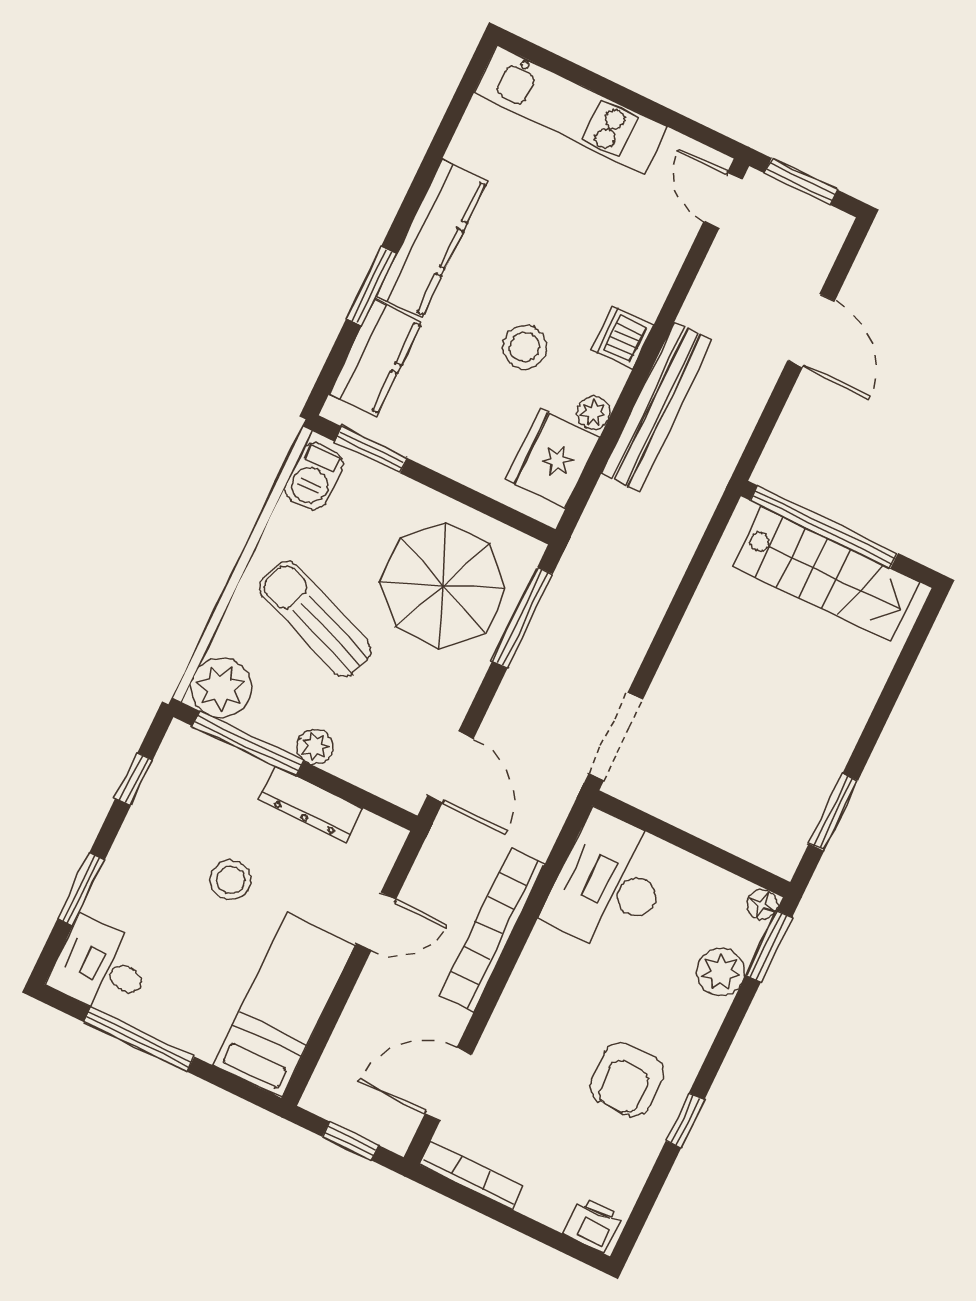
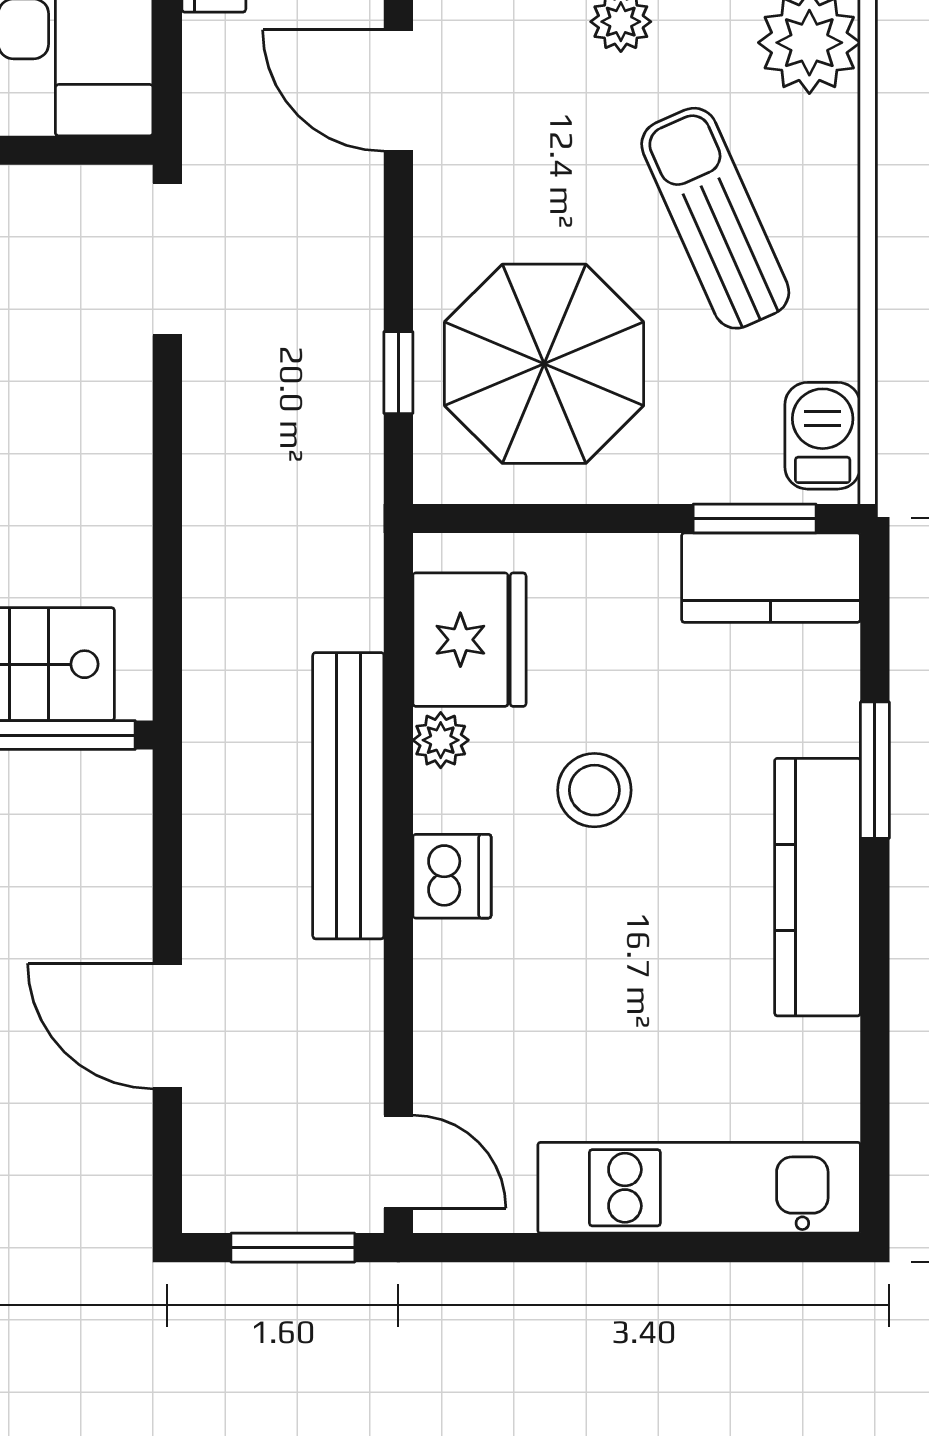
kitchen counter: (375, 358) -> (771, 578), moved, turned -90
window: (522, 618) -> (398, 373), width x0.46
sun lounger: (315, 619) -> (715, 218), turned -135

